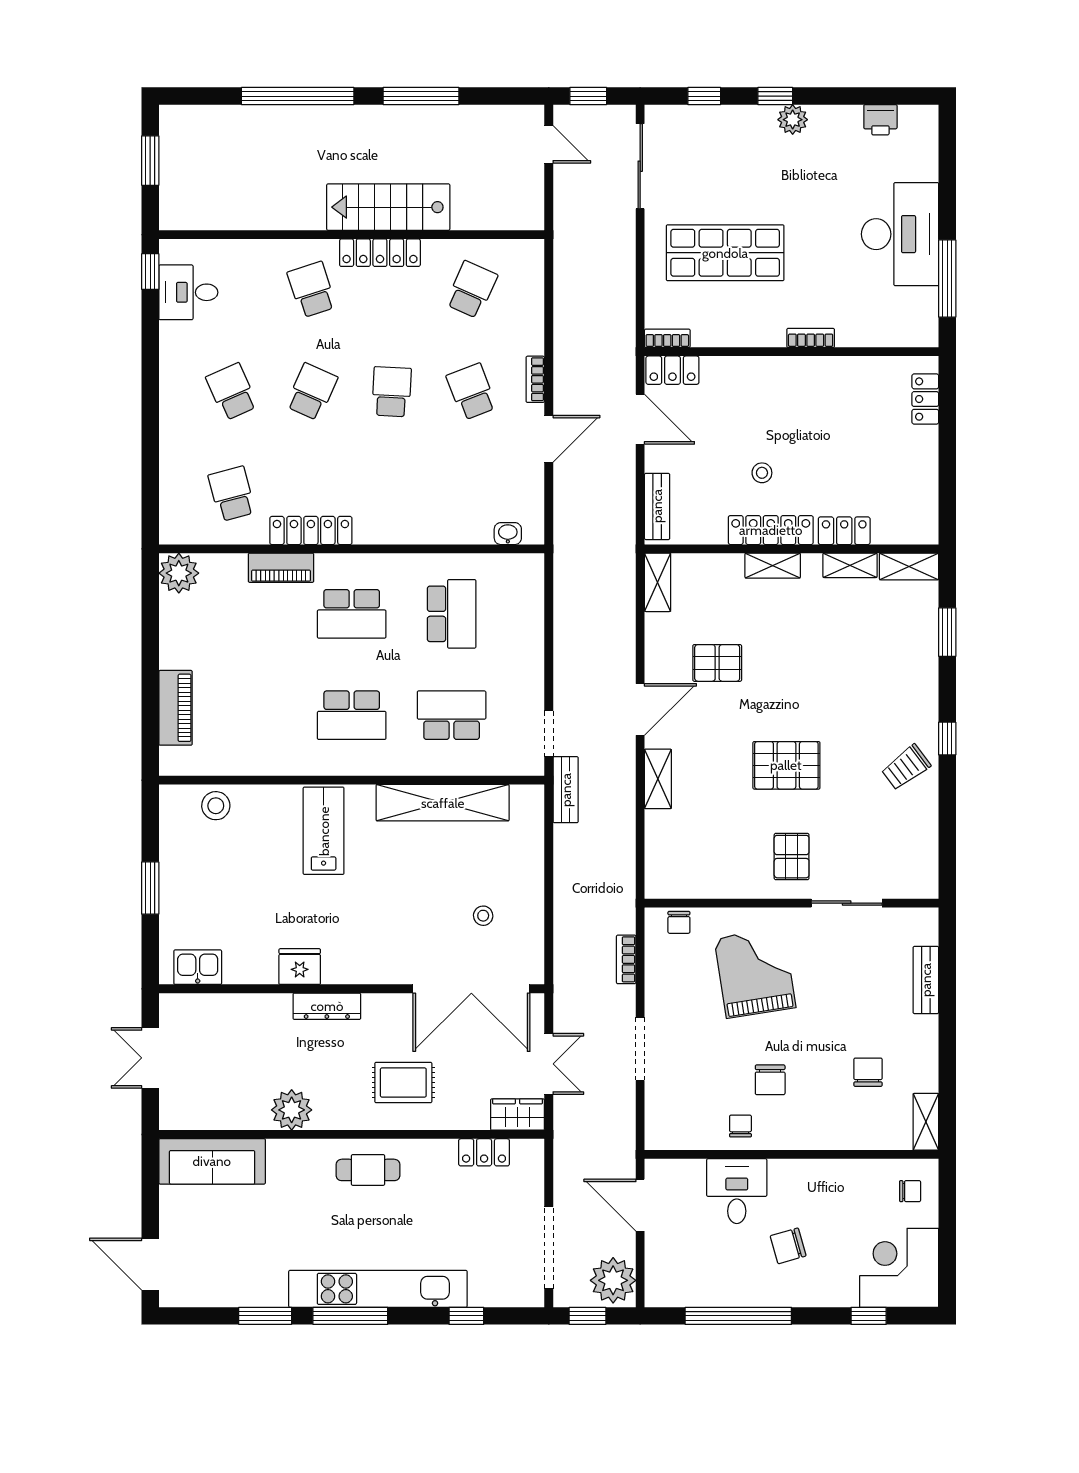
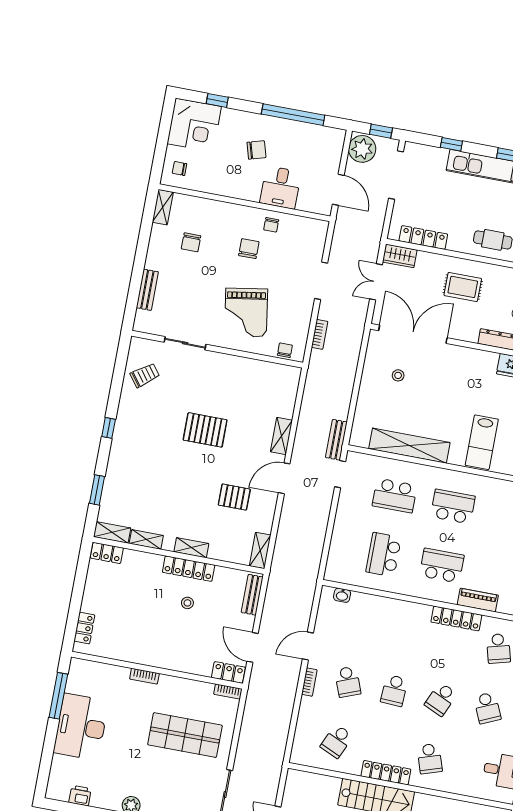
locker: (844, 531) -> (107, 553), moved
trolley: (906, 767) -> (145, 375), moved
pallet: (792, 857) -> (212, 376), removed
locker: (484, 1152) -> (423, 238), width x1.53

